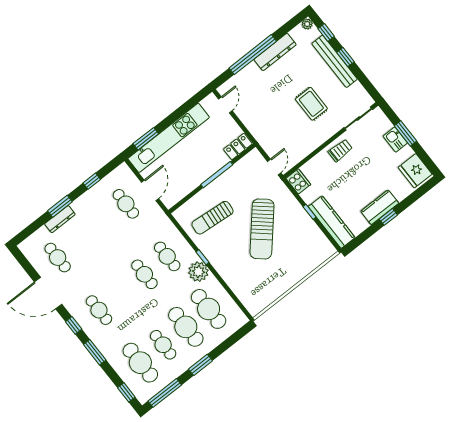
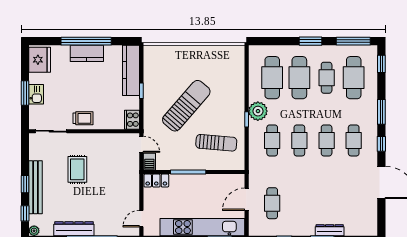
trolley: (340, 150) -> (83, 118), turned 180
barbecue: (256, 158) -> (149, 162), added
door: (274, 167) -> (141, 144), swing flipped
window: (388, 217) -> (86, 41), width x3.17
cafe table: (58, 258) -> (327, 140), moved

